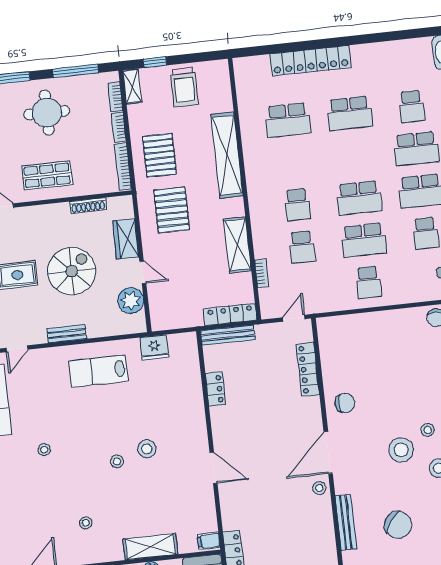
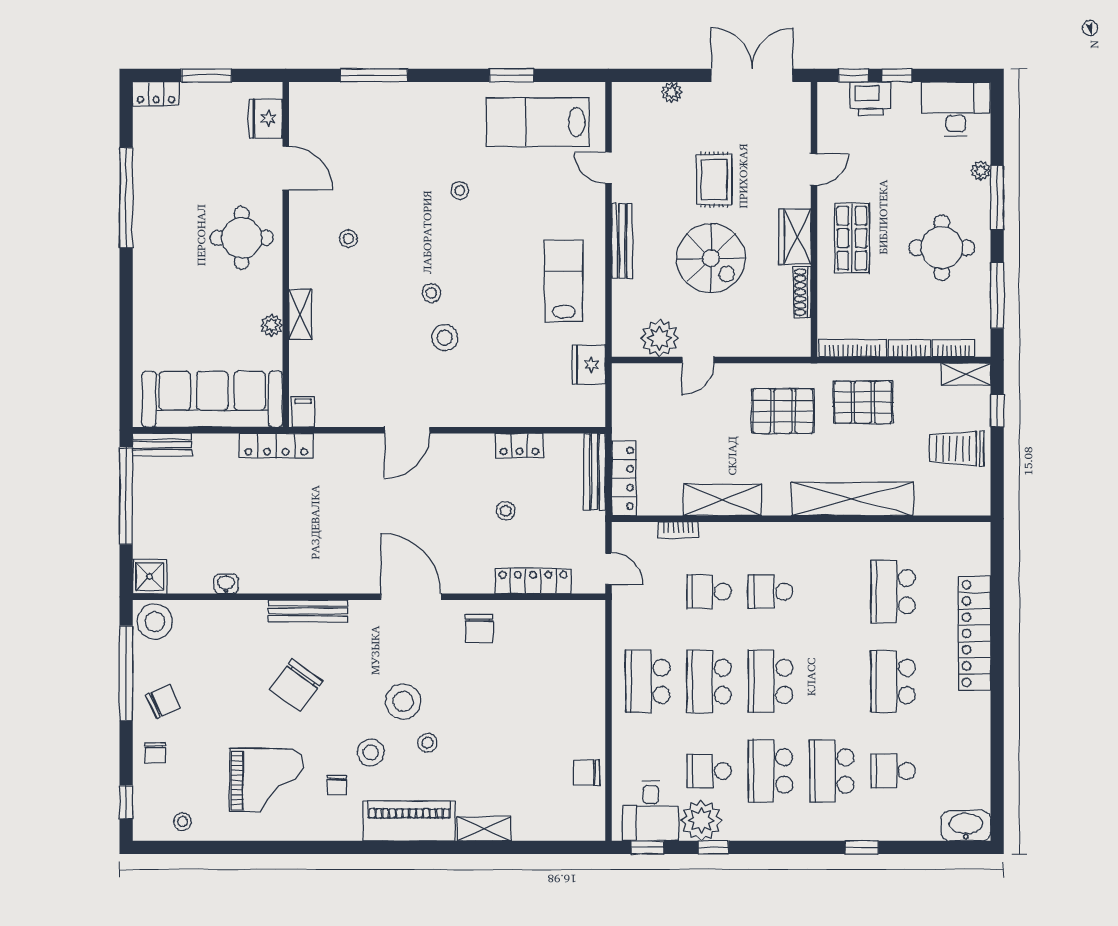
wardrobe: (126, 239) -> (795, 237), moved, turned -90
school desk: (368, 282) -> (648, 681), width x1.85
bench: (67, 334) -> (622, 241), width x1.36
stool: (319, 488) -> (506, 511), moved
shelving: (150, 547) -> (300, 315), width x0.67, depth x0.75

